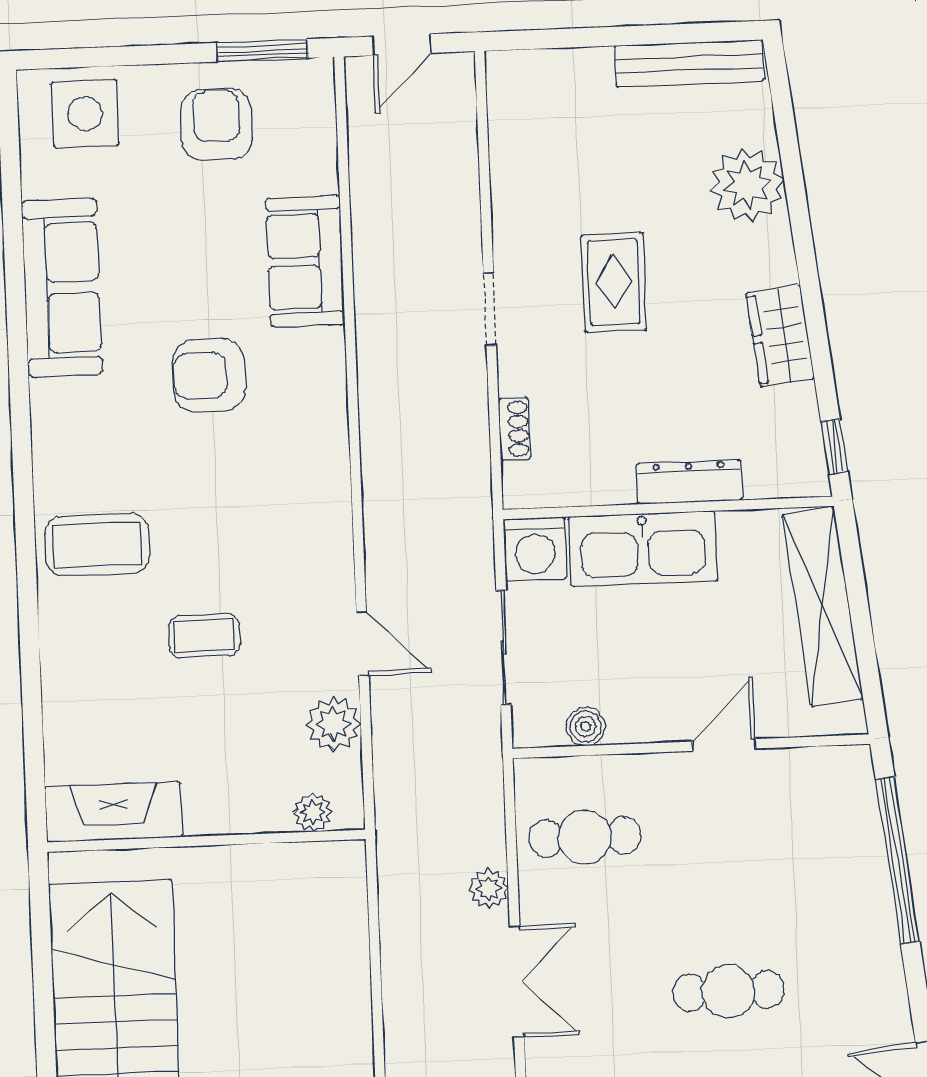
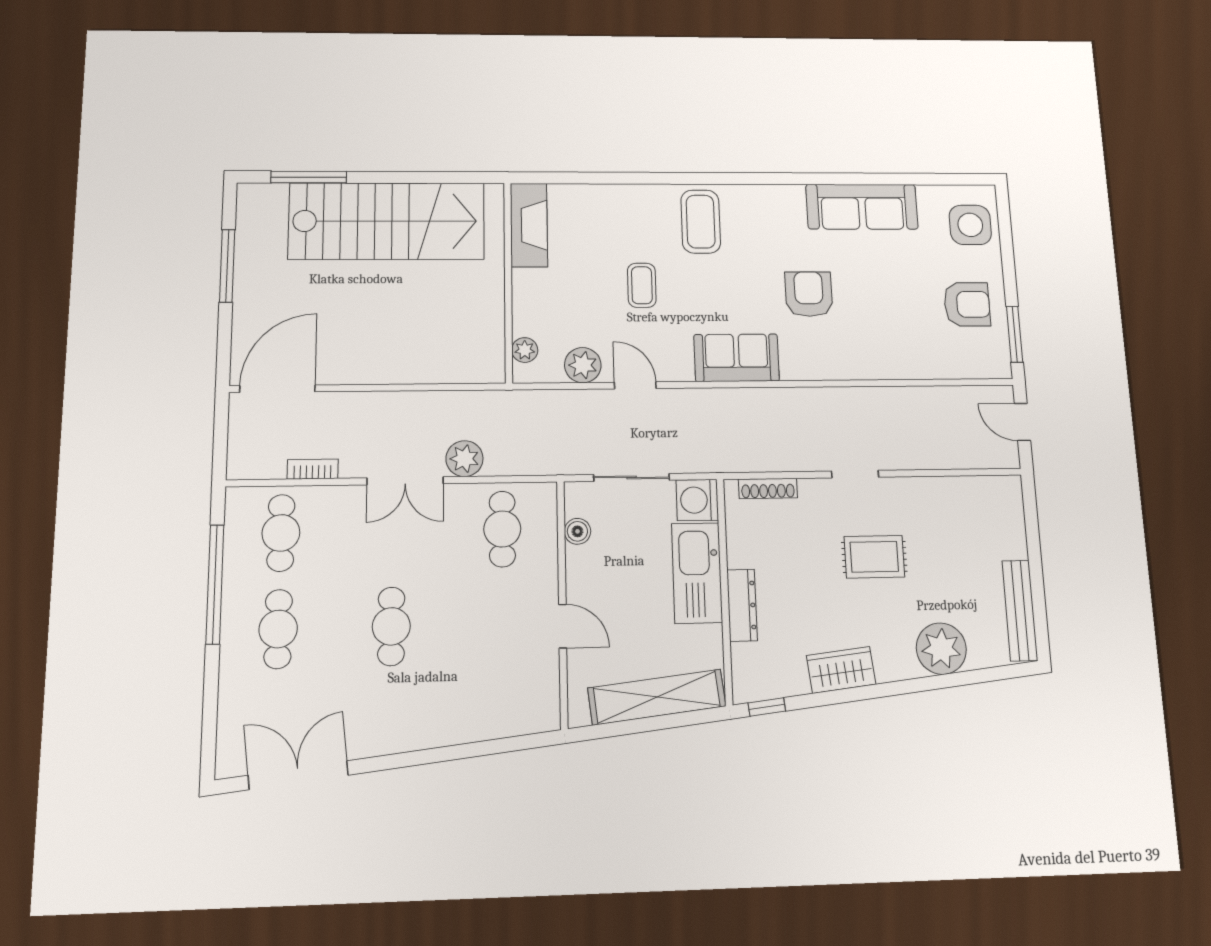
sofa: (305, 261) -> (737, 358), moved
shoe rack: (514, 429) -> (768, 488), width x1.43
door: (363, 644) -> (635, 385), swing flipped
window: (898, 860) -> (478, 749), removed
plant: (489, 889) -> (464, 459), width x1.38, depth x1.38

